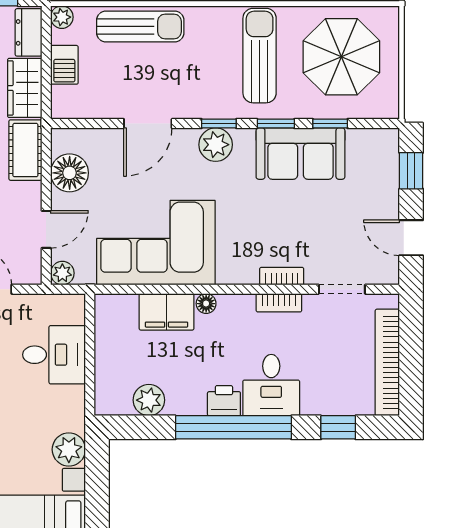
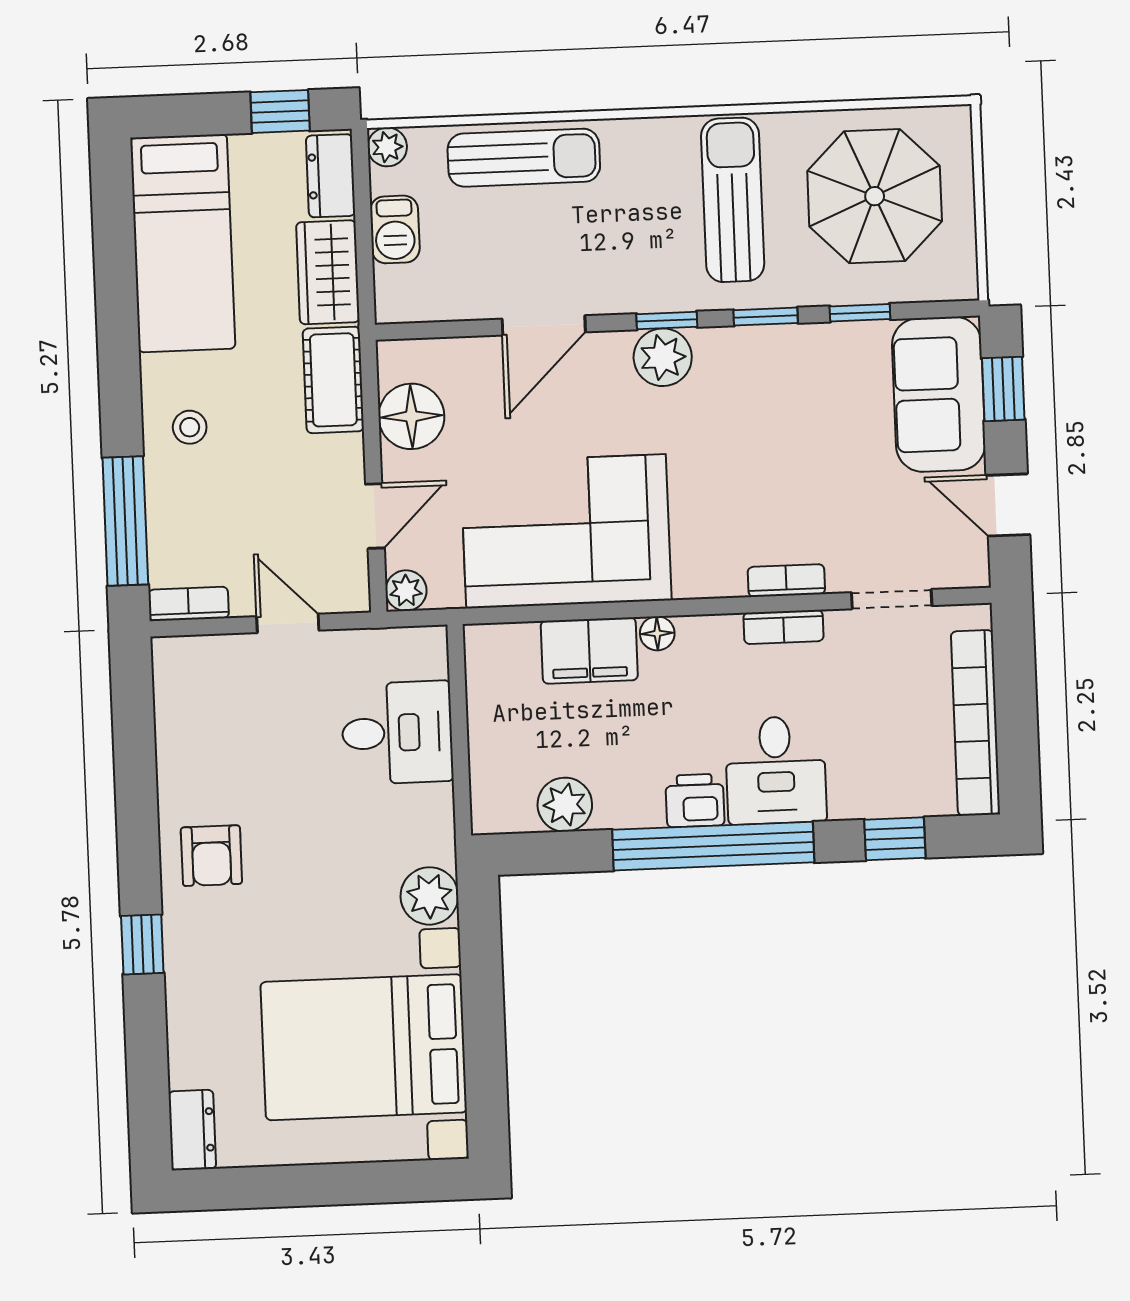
sofa: (300, 154) -> (939, 394), moved, turned 90

